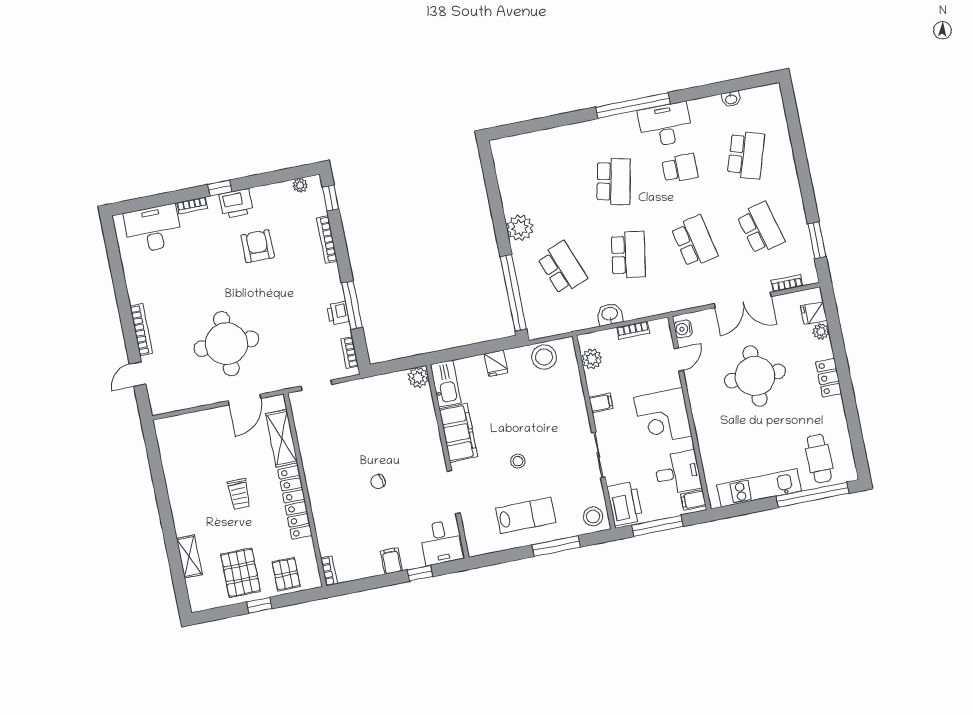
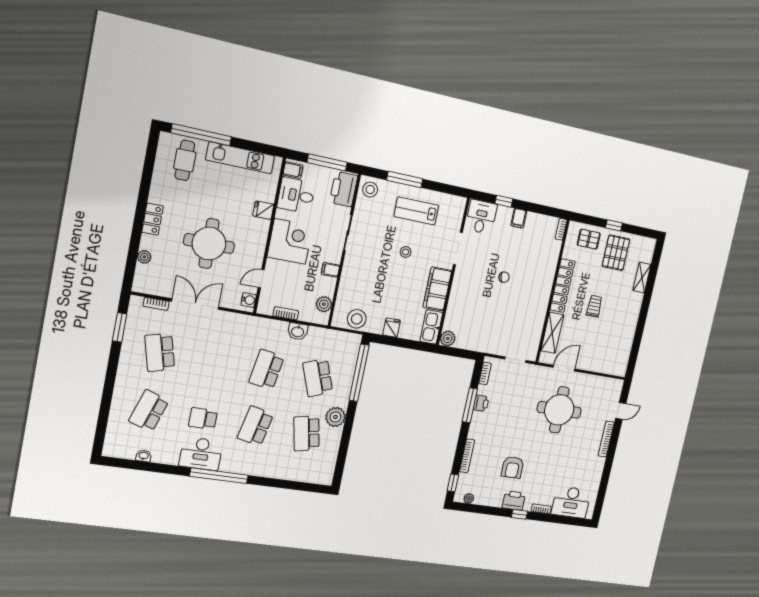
school desk: (694, 241) -> (306, 433), moved
fridge: (814, 313) -> (263, 210), moved, turned 180
pallet: (286, 574) -> (589, 239), turned 90

